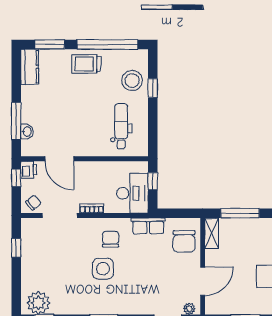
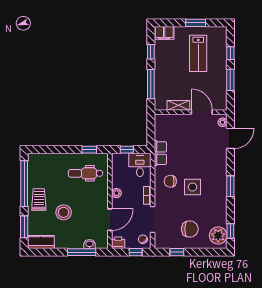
trolley: (86, 64) -> (39, 200), turned 180
stool: (132, 81) -> (64, 212), moved
window: (153, 88) -> (89, 150), moved
plant: (95, 167) -> (116, 193), added
window: (16, 178) -> (136, 252), moved
desk: (132, 193) -> (140, 165), width x0.73
shelving: (212, 233) -> (178, 105), moved
chair: (184, 241) -> (190, 229), moved

